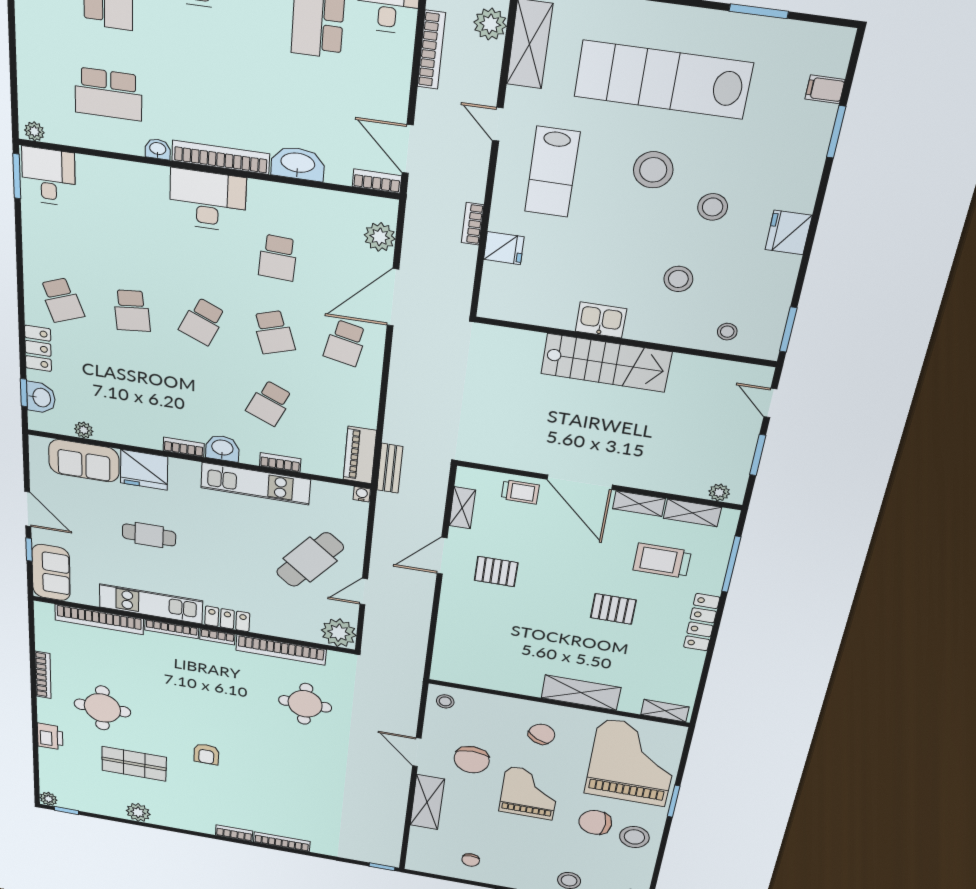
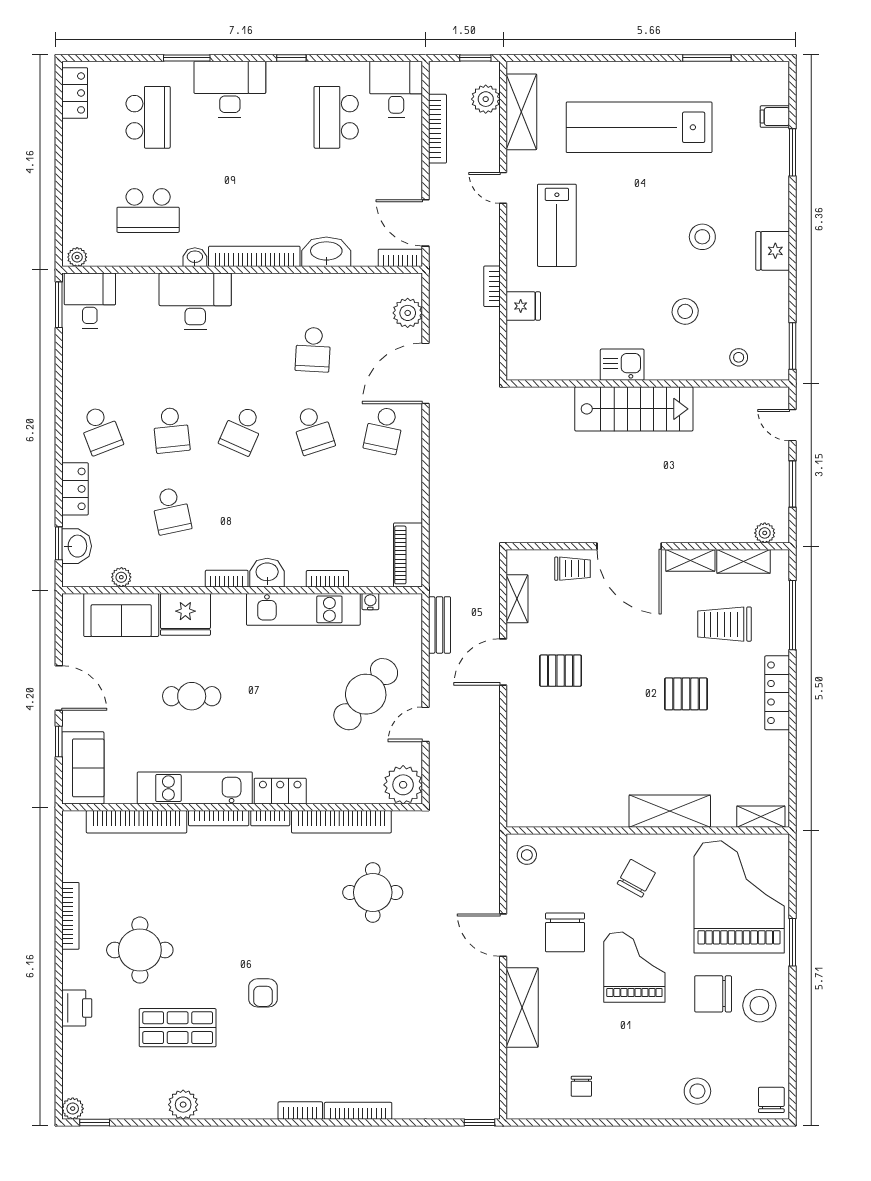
stool: (653, 170) -> (645, 210), removed
desk: (208, 200) -> (195, 301), moved
school desk: (269, 403) -> (171, 511), moved, turned -36
bench: (390, 468) -> (440, 625), moved
water cooler: (362, 494) -> (370, 602), moved

